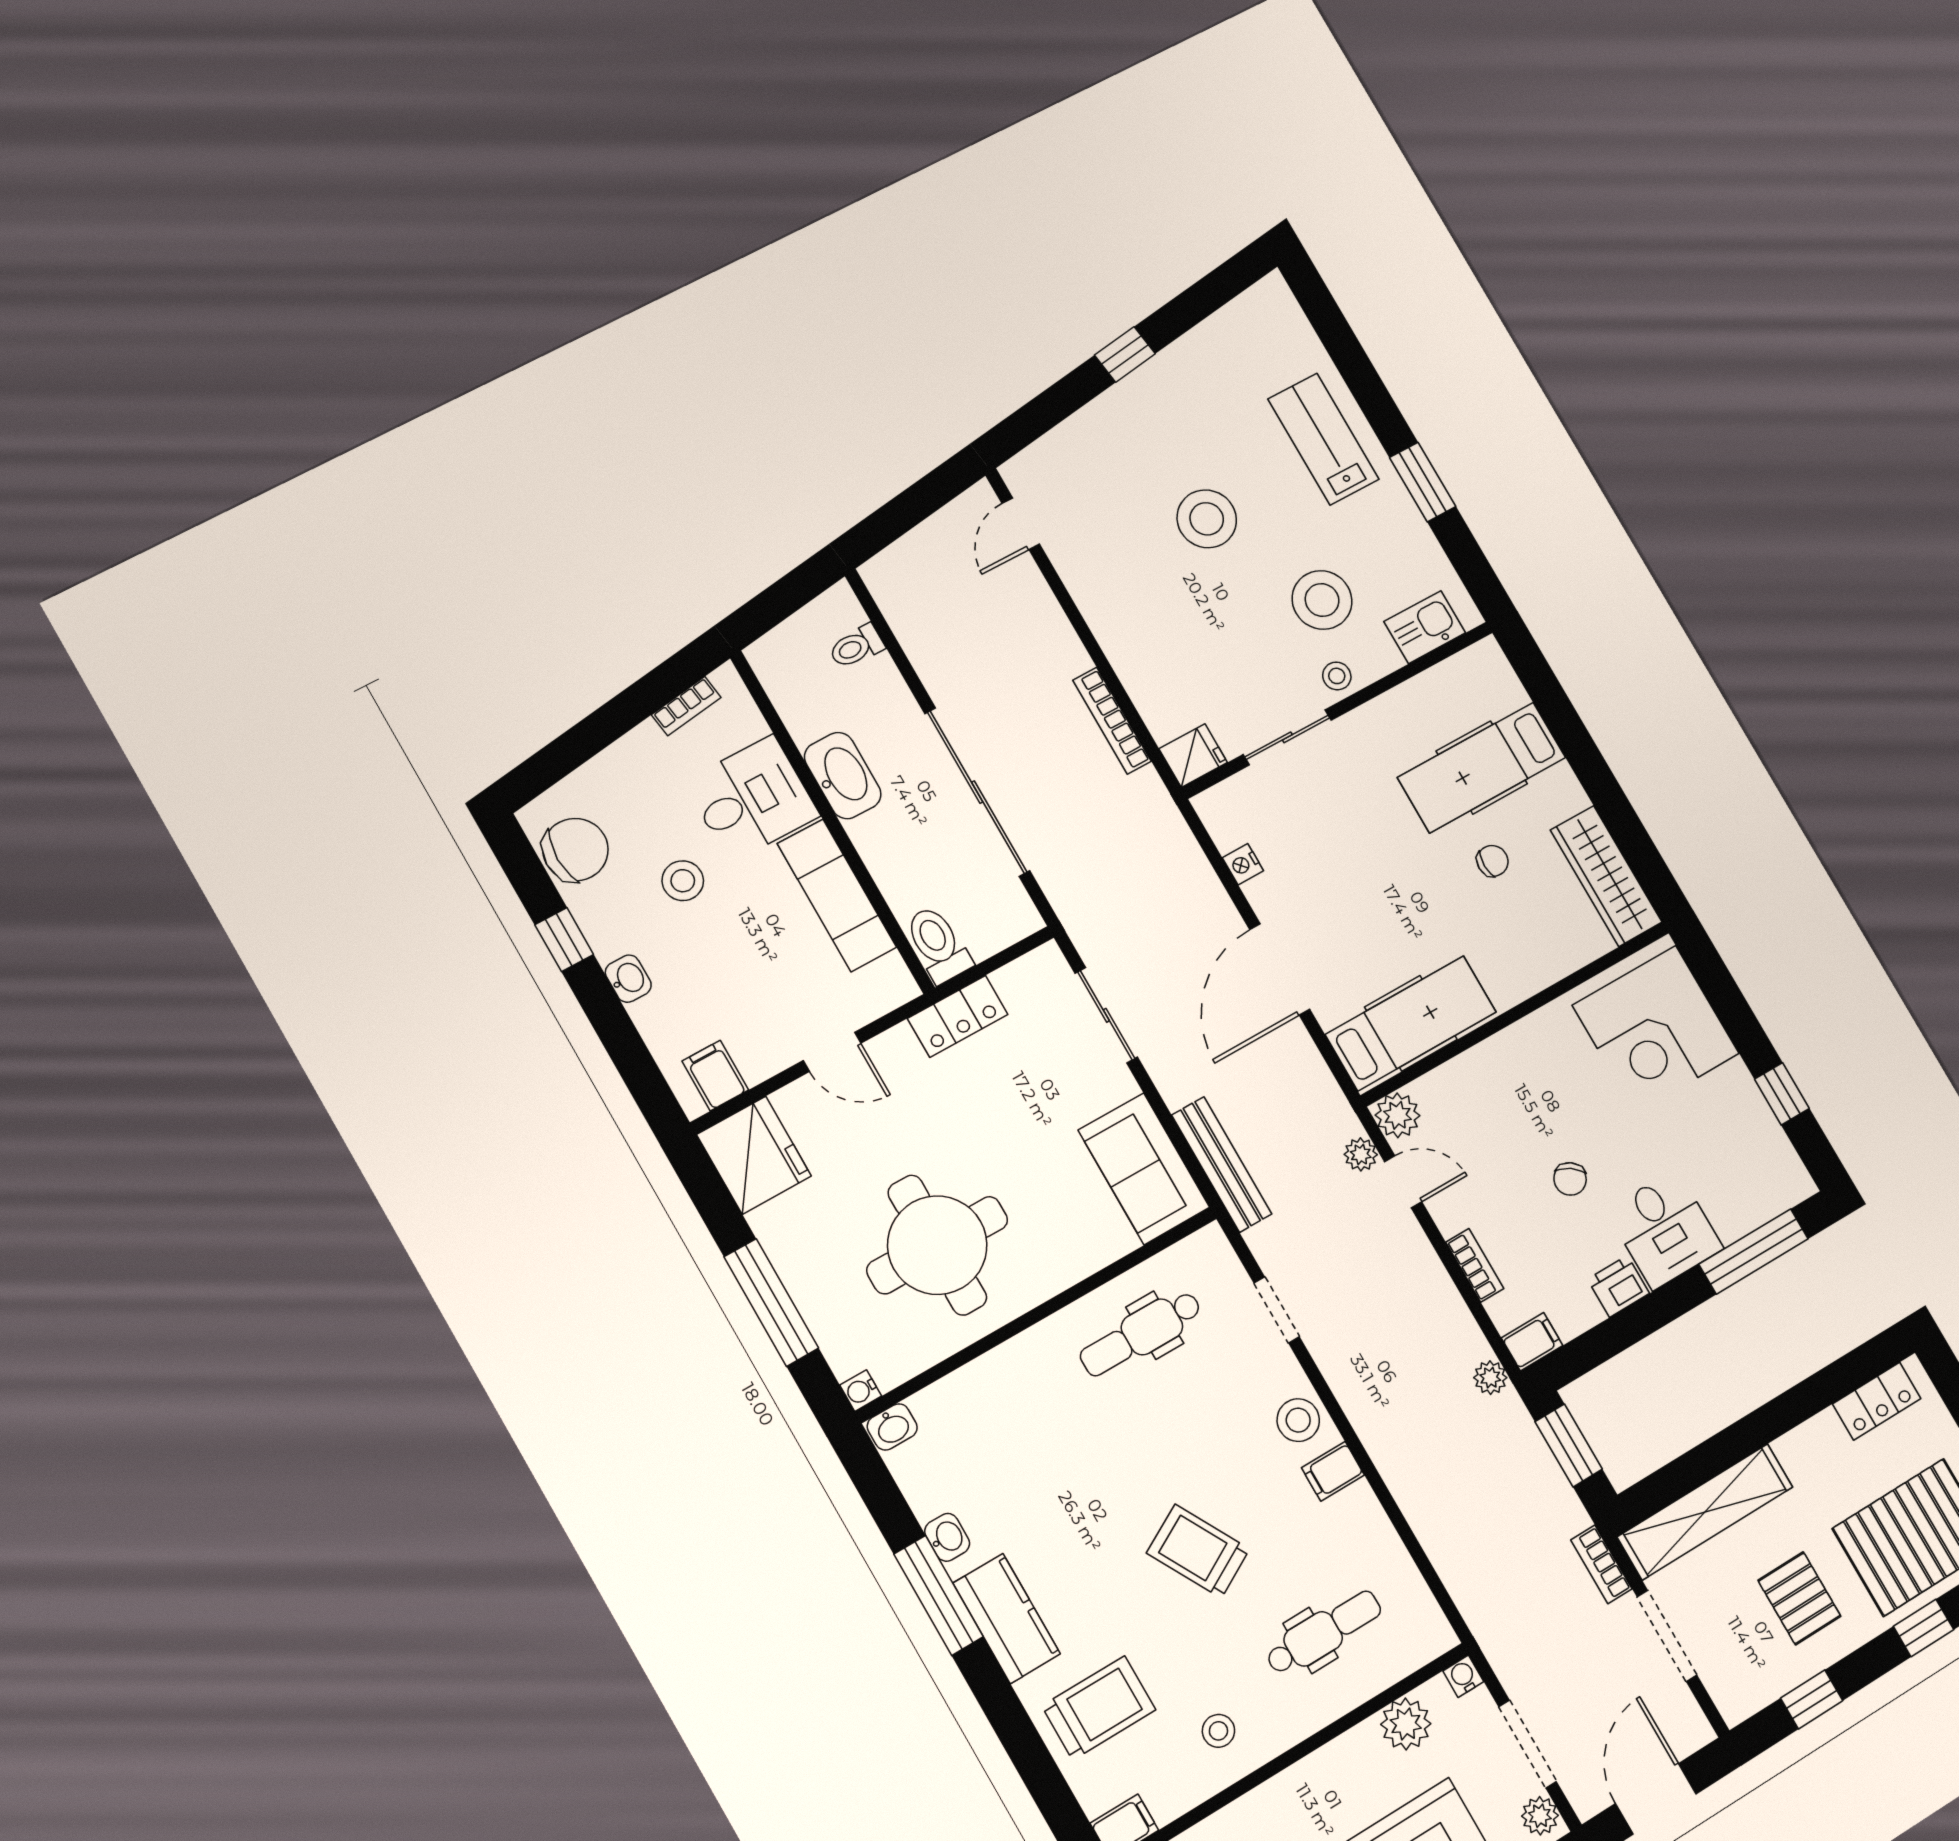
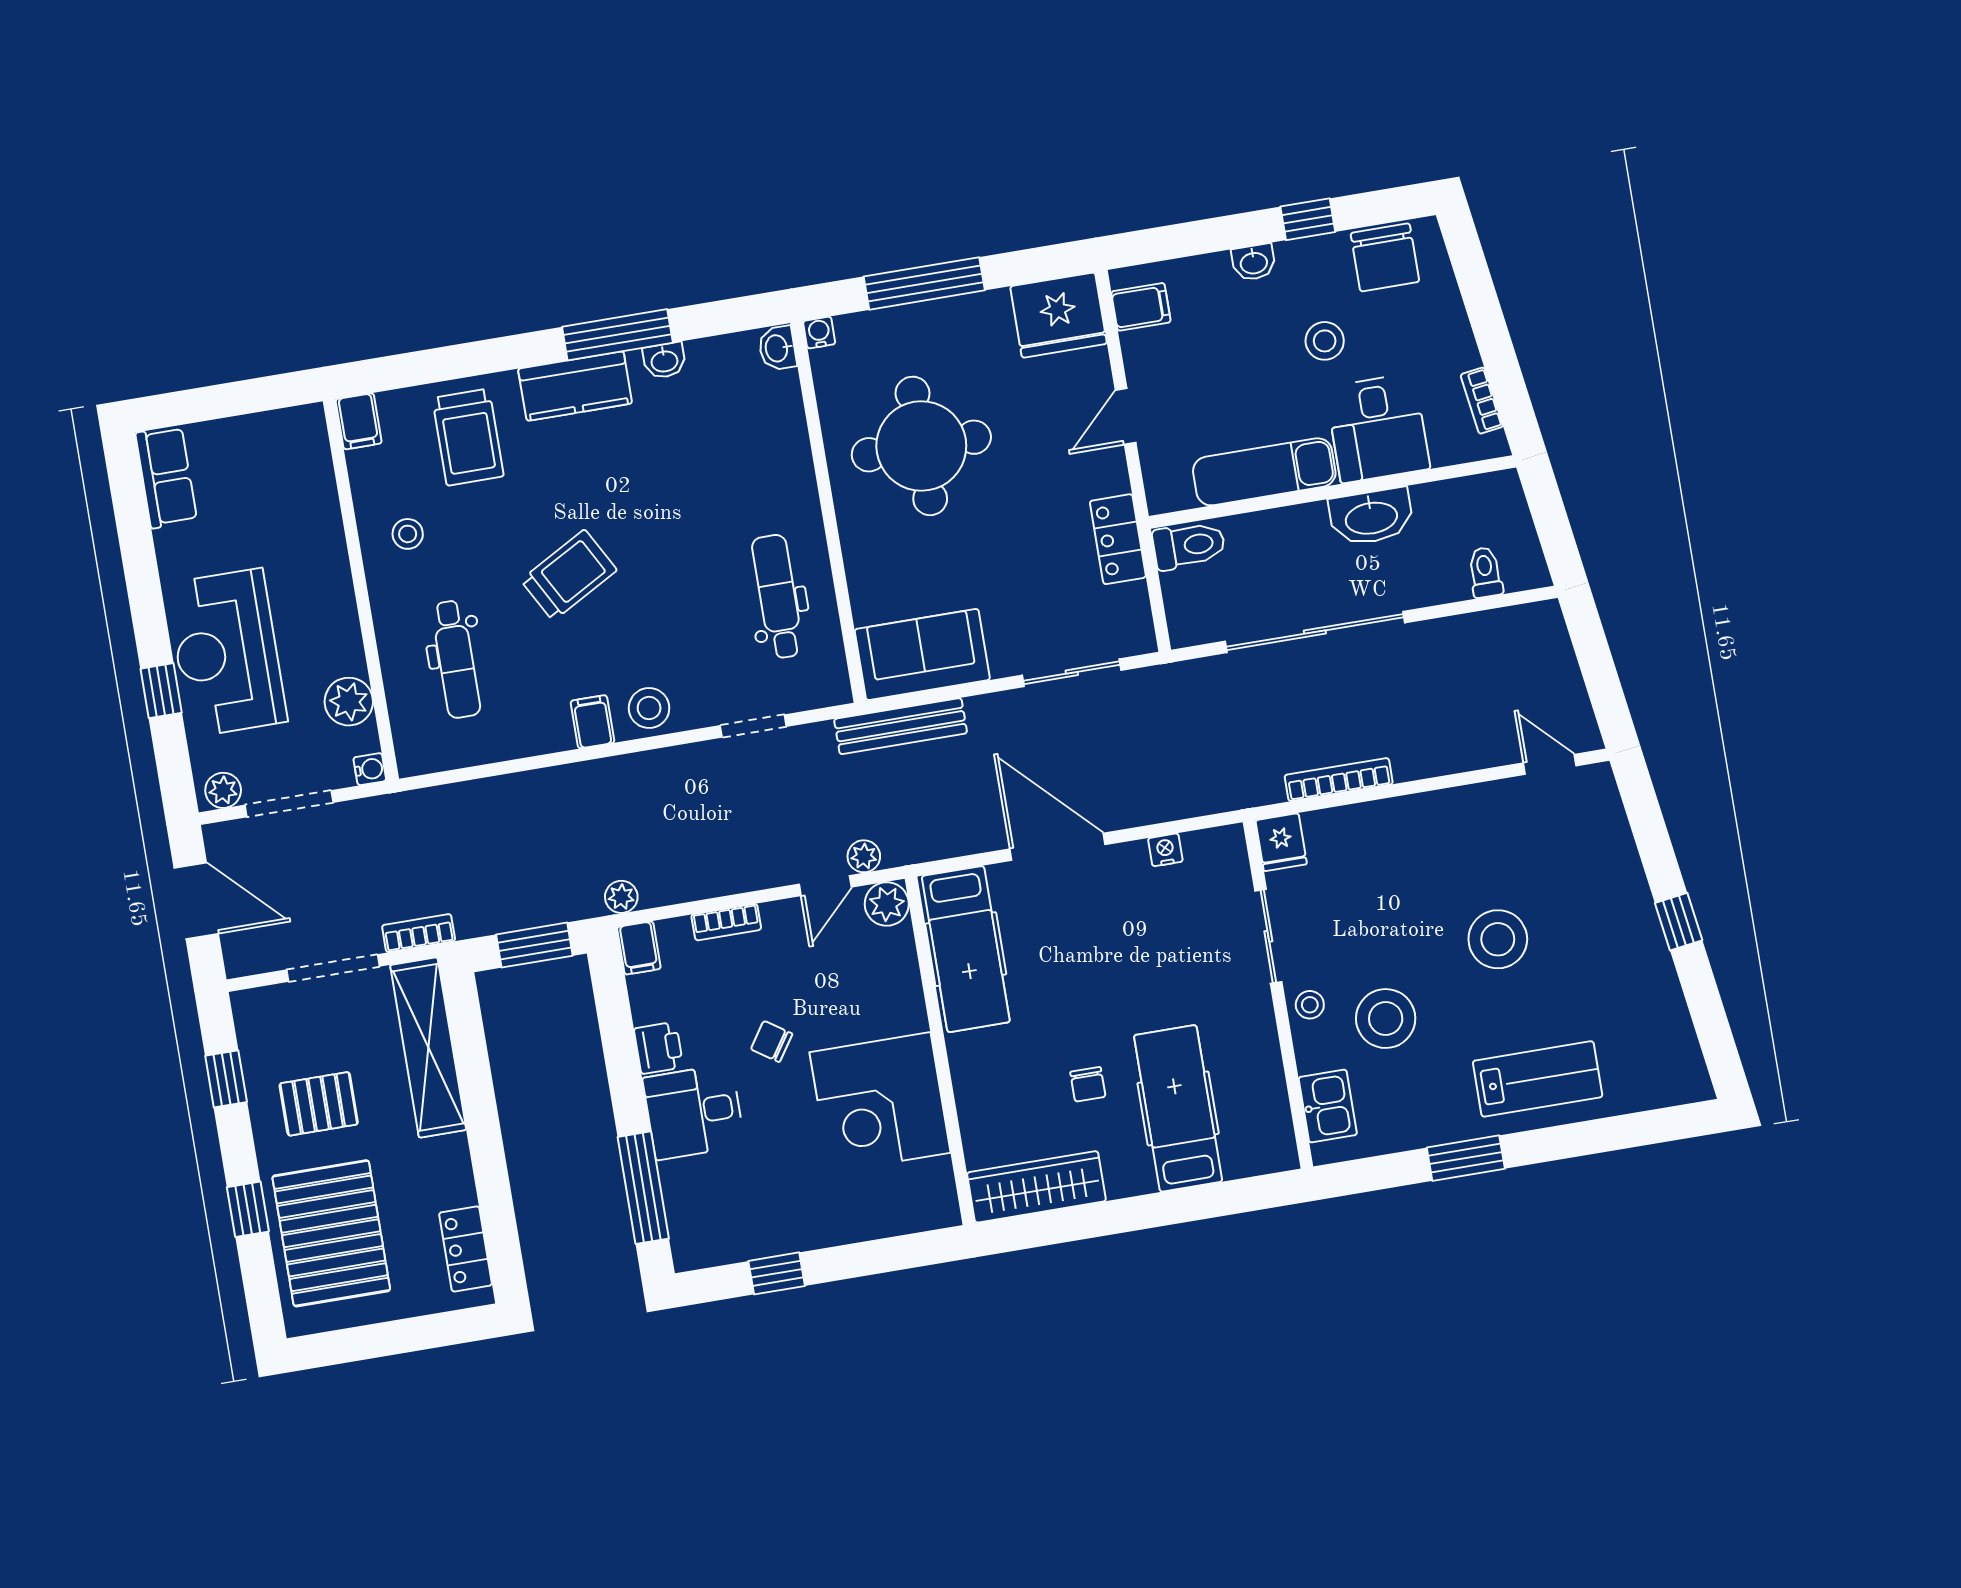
corner desk: (1656, 1029) -> (880, 1102), moved, turned -90

